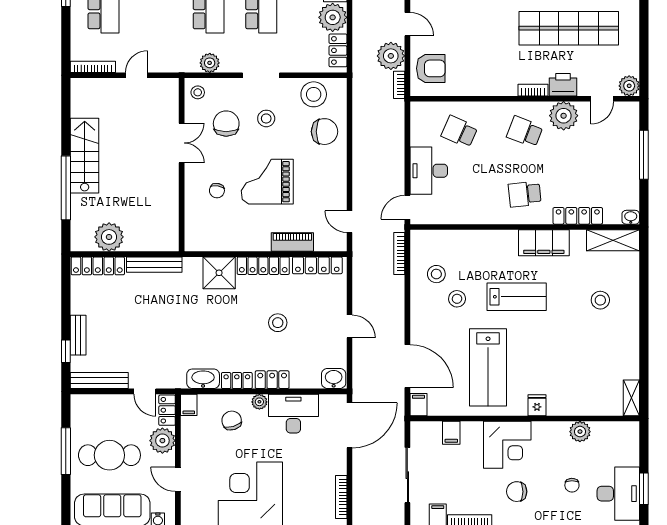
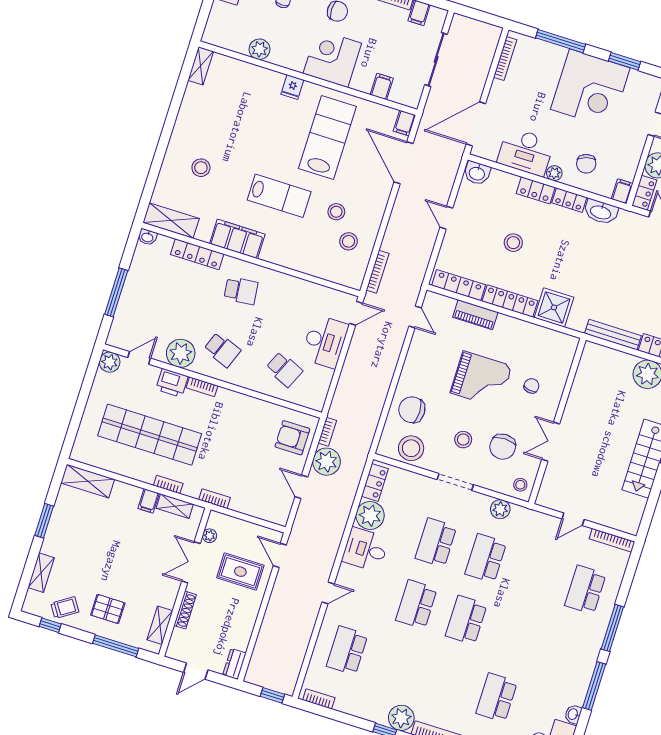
lab bench: (517, 297) -> (279, 196), turned 180

